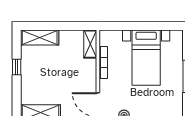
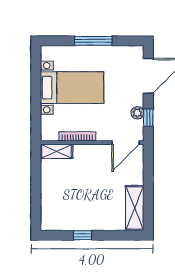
shelving: (40, 38) -> (49, 209), removed

